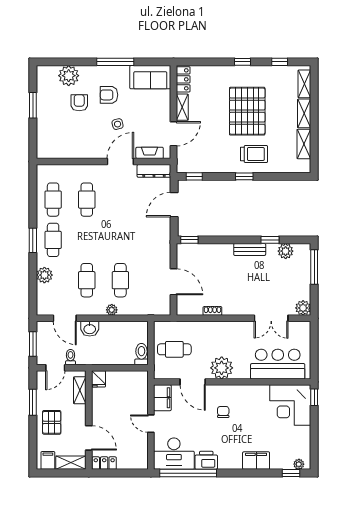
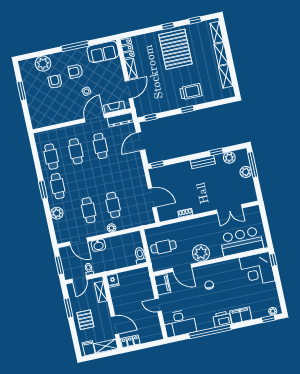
pallet: (247, 111) -> (175, 49), moved
cafe table: (120, 200) -> (100, 146), added
plant: (303, 308) -> (246, 172), moved
printer: (206, 460) -> (222, 319), moved
window: (188, 473) -> (210, 332), moved

